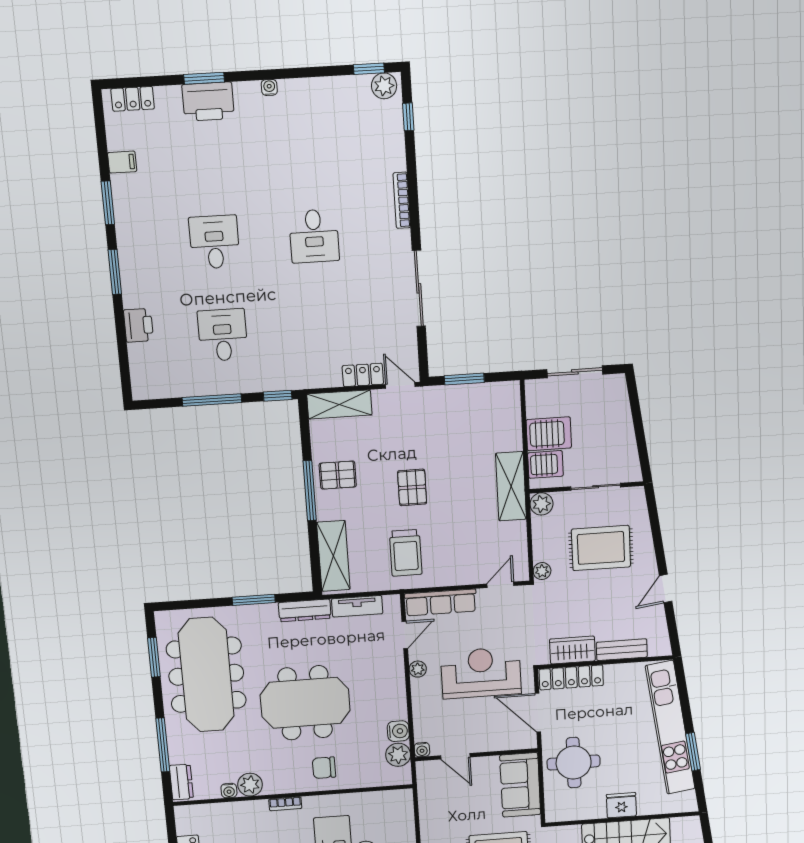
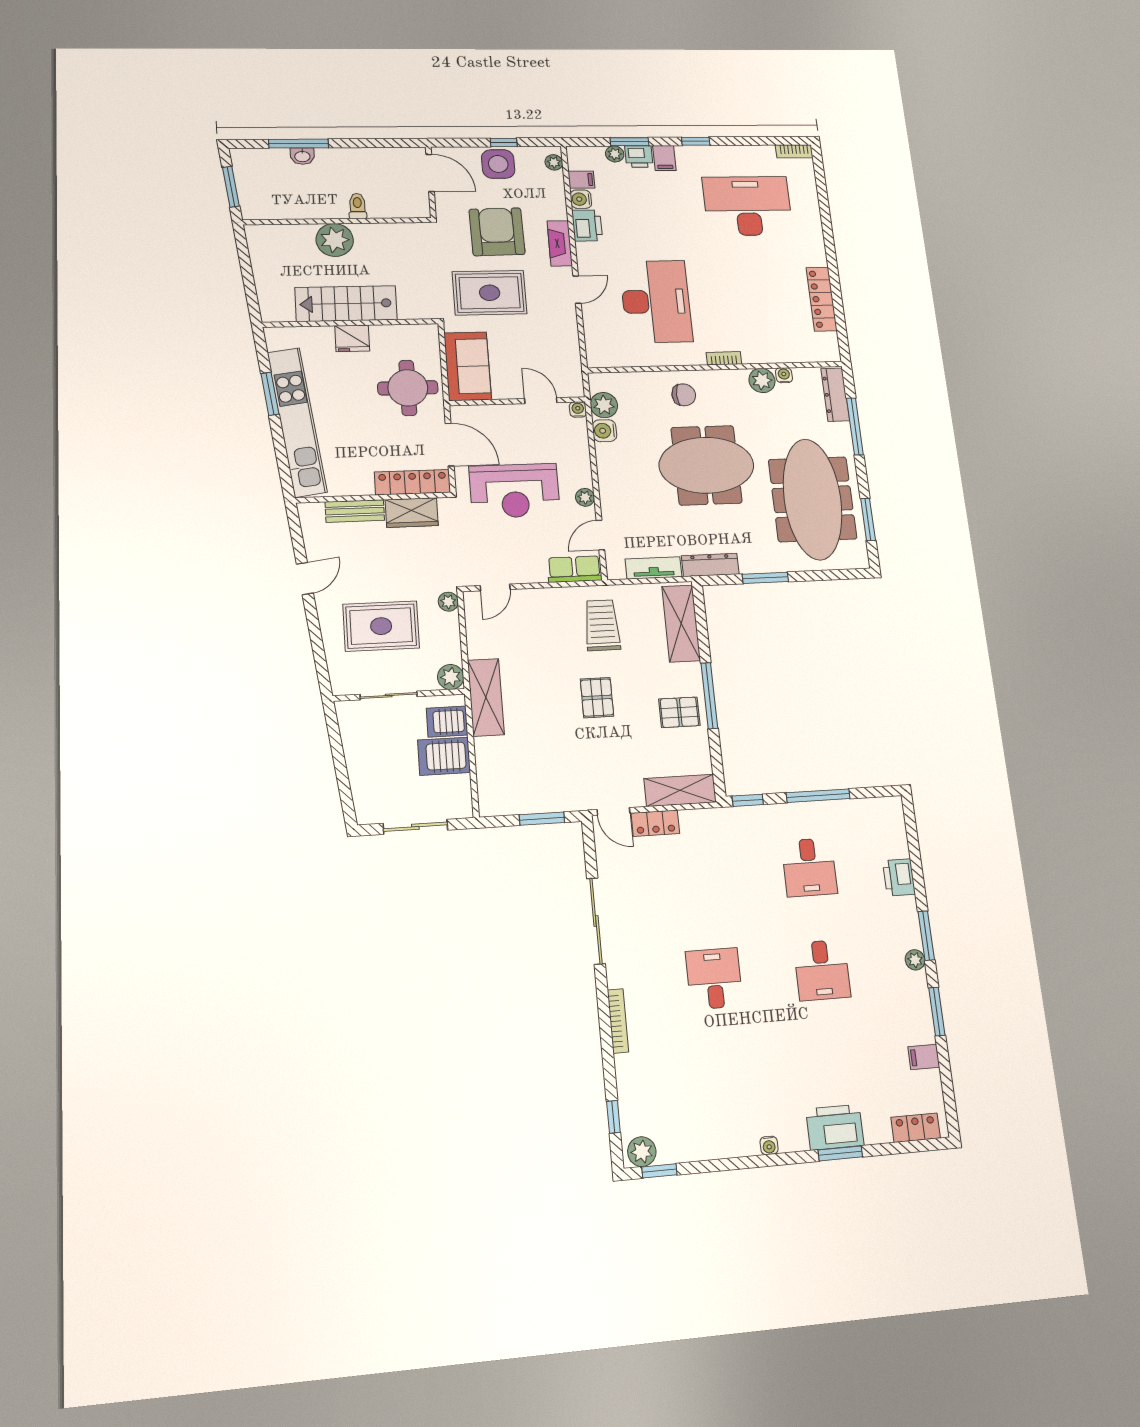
plant: (127, 250) -> (915, 960), added
row of seats: (441, 602) -> (574, 569), width x0.68
dresser: (181, 782) -> (835, 395), width x1.44

